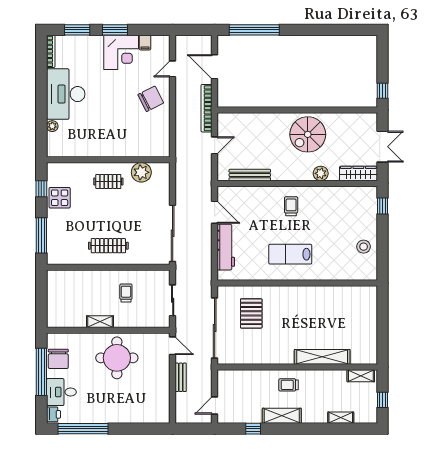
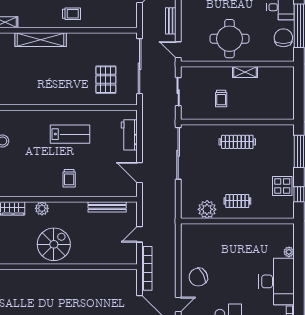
workbench: (226, 247) -> (129, 135), width x0.73

